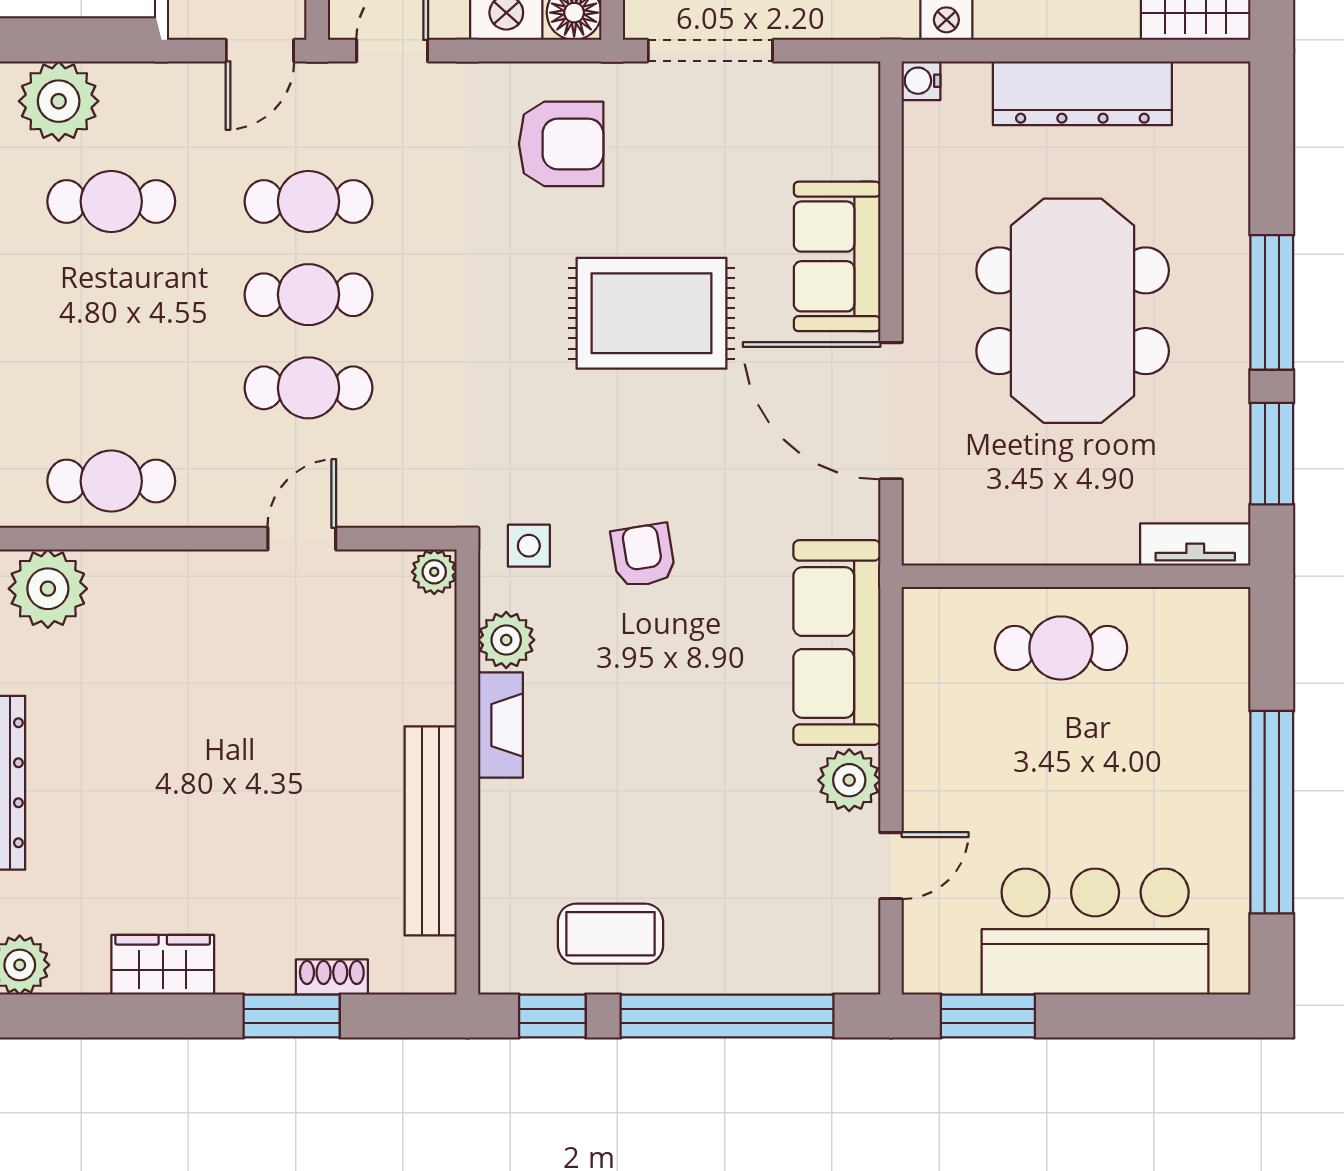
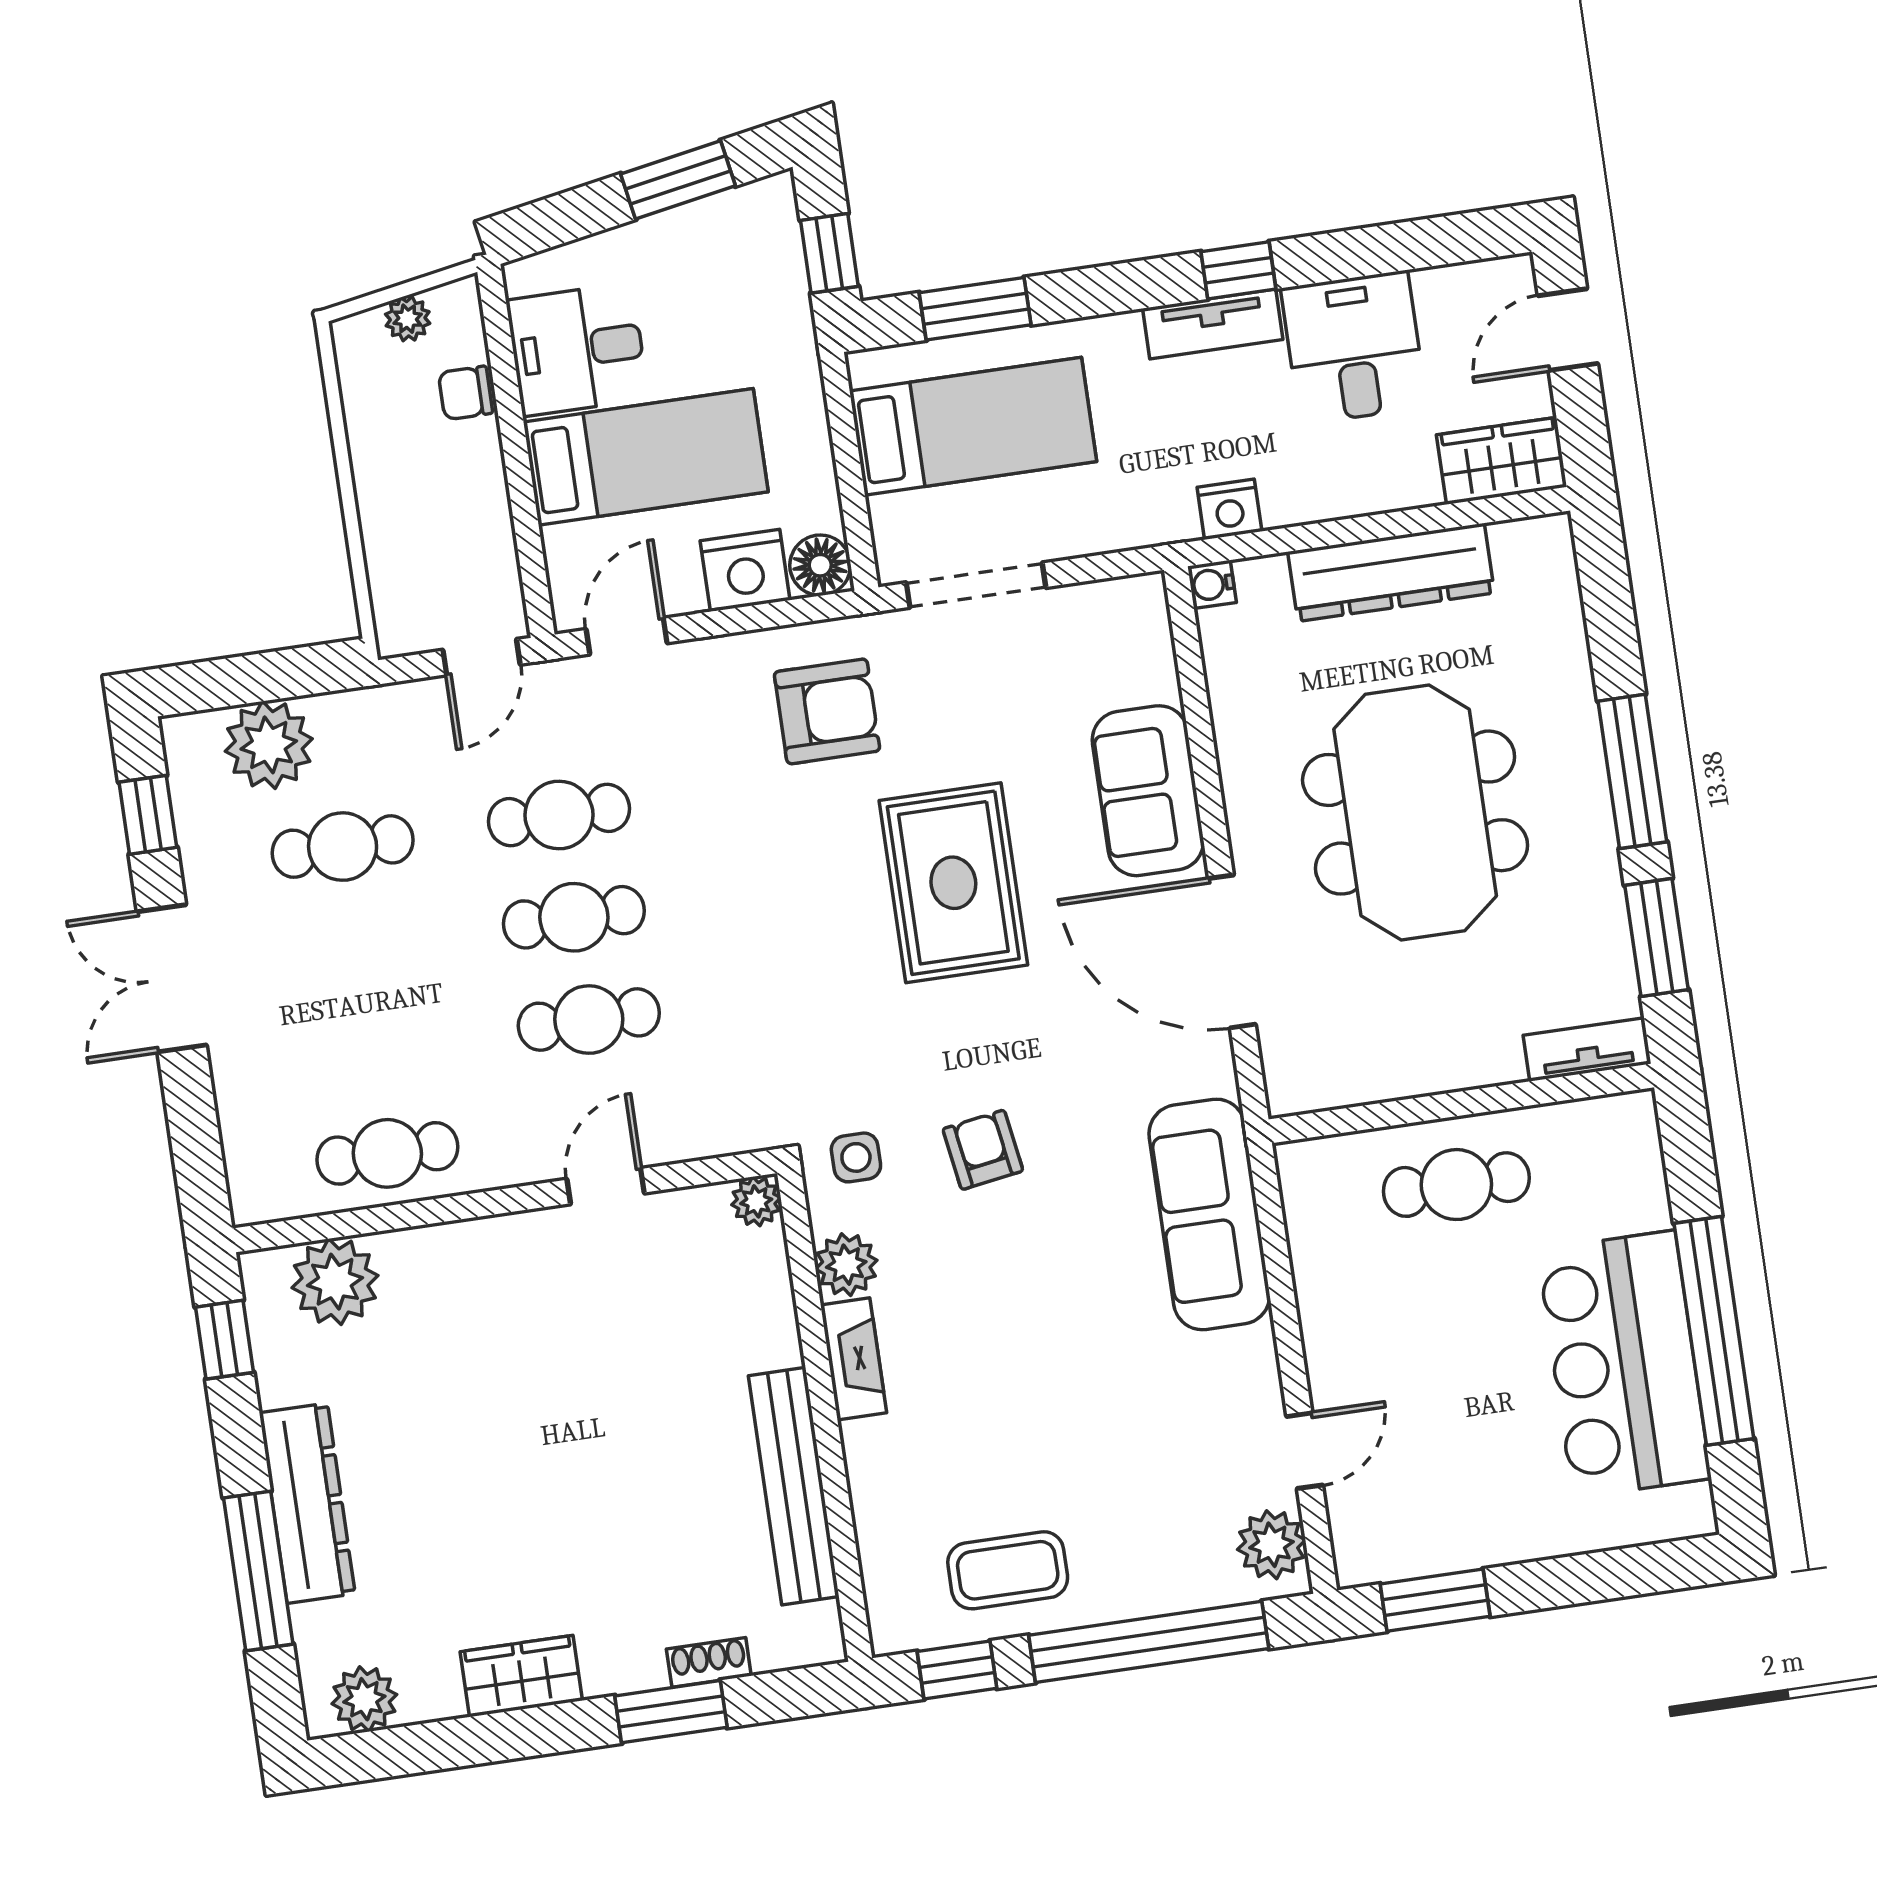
rug: (651, 313) -> (953, 883), turned 90
plant: (849, 780) -> (1272, 1545), moved
bar counter: (1095, 932) -> (1624, 1364), moved, turned -90

